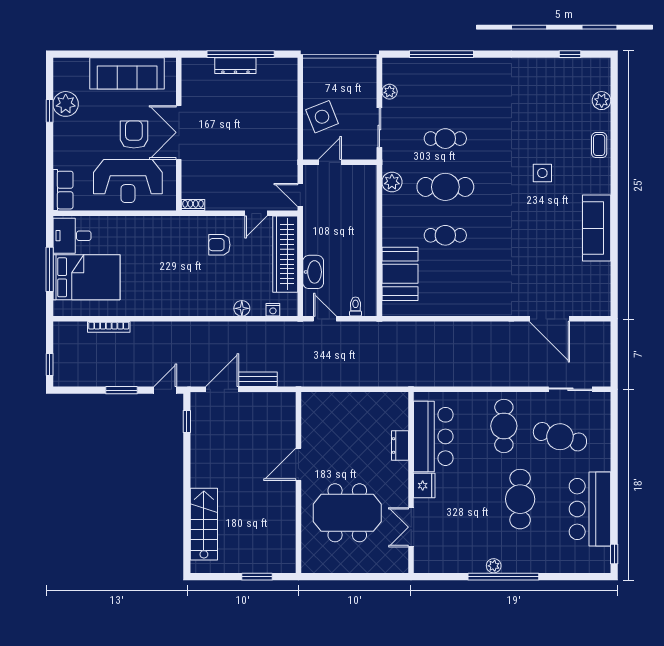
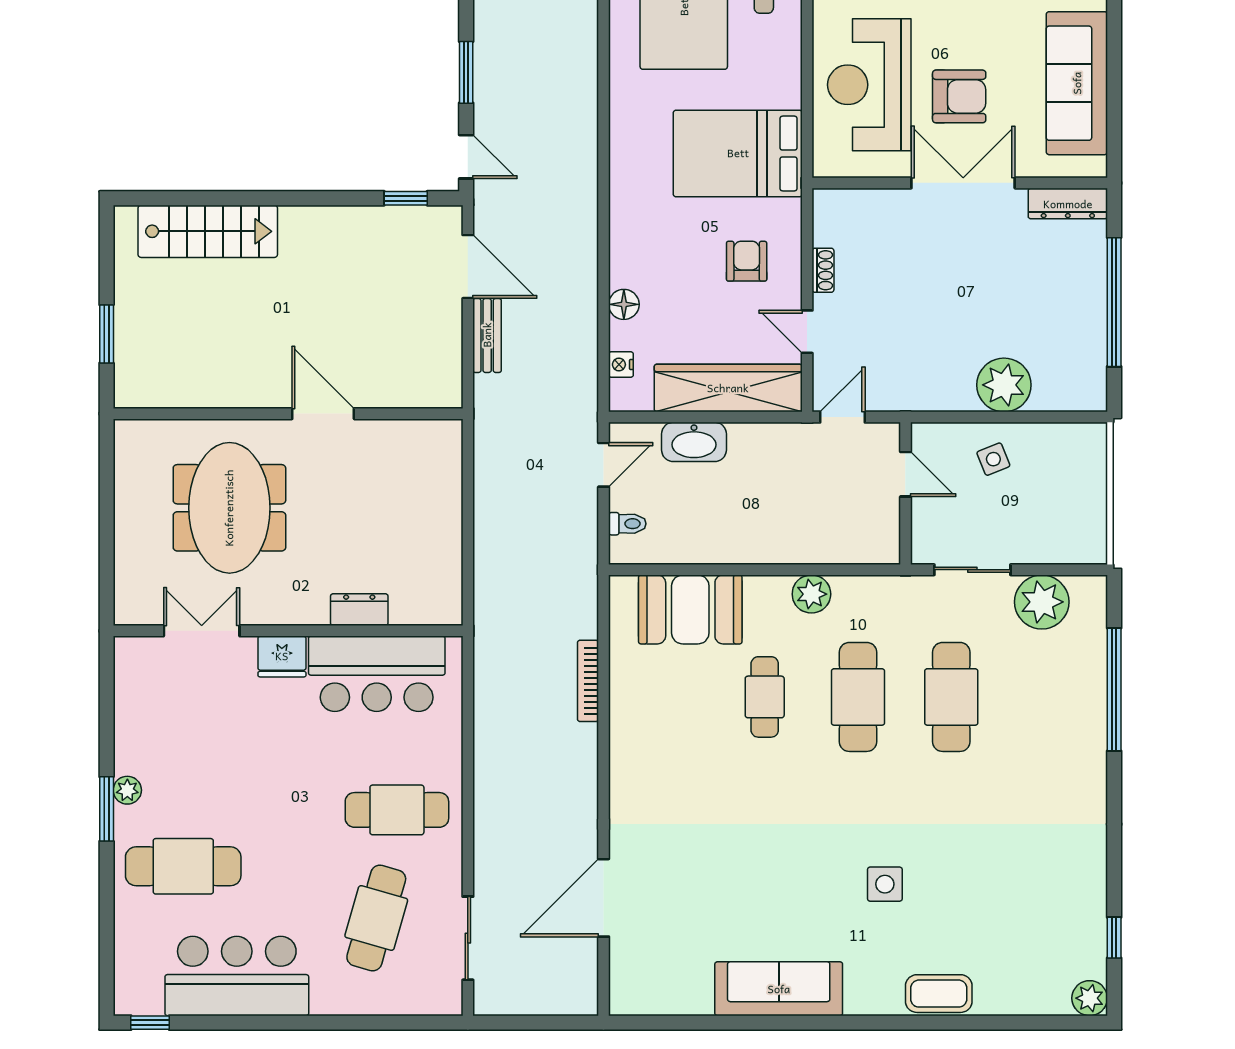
dresser: (235, 66) -> (1068, 204), moved, turned -90
plant: (390, 92) -> (1042, 602), width x1.88, depth x1.88
plant: (602, 101) -> (1090, 998), moved
plant: (284, 111) -> (1004, 385), added
side table: (322, 117) -> (993, 459), width x0.54, depth x0.54
cafe table: (445, 139) -> (951, 697), width x1.37, depth x1.35
coffee table: (599, 145) -> (939, 994), width x1.36, depth x1.30
plant: (392, 182) -> (811, 594), moved
shoe rack: (193, 205) -> (823, 270), moved
bed: (164, 249) -> (738, 153), added
bookcase: (109, 327) -> (588, 681), moved
cafe table: (520, 499) -> (183, 866), moved
window: (503, 577) -> (107, 809), width x0.47

